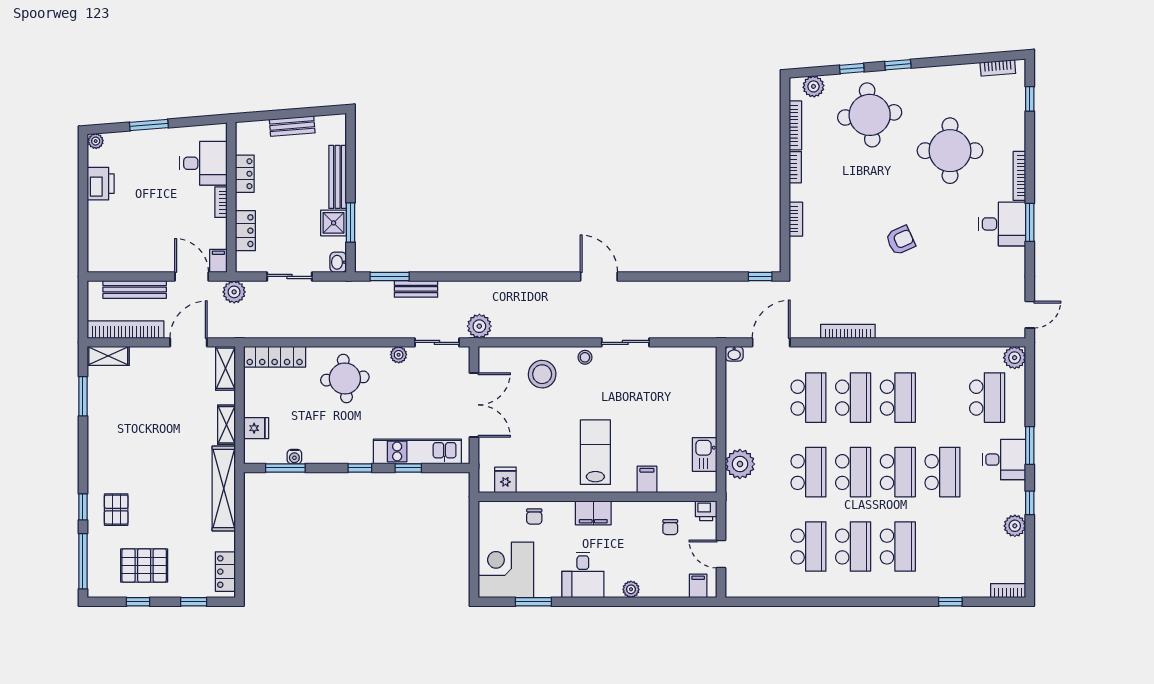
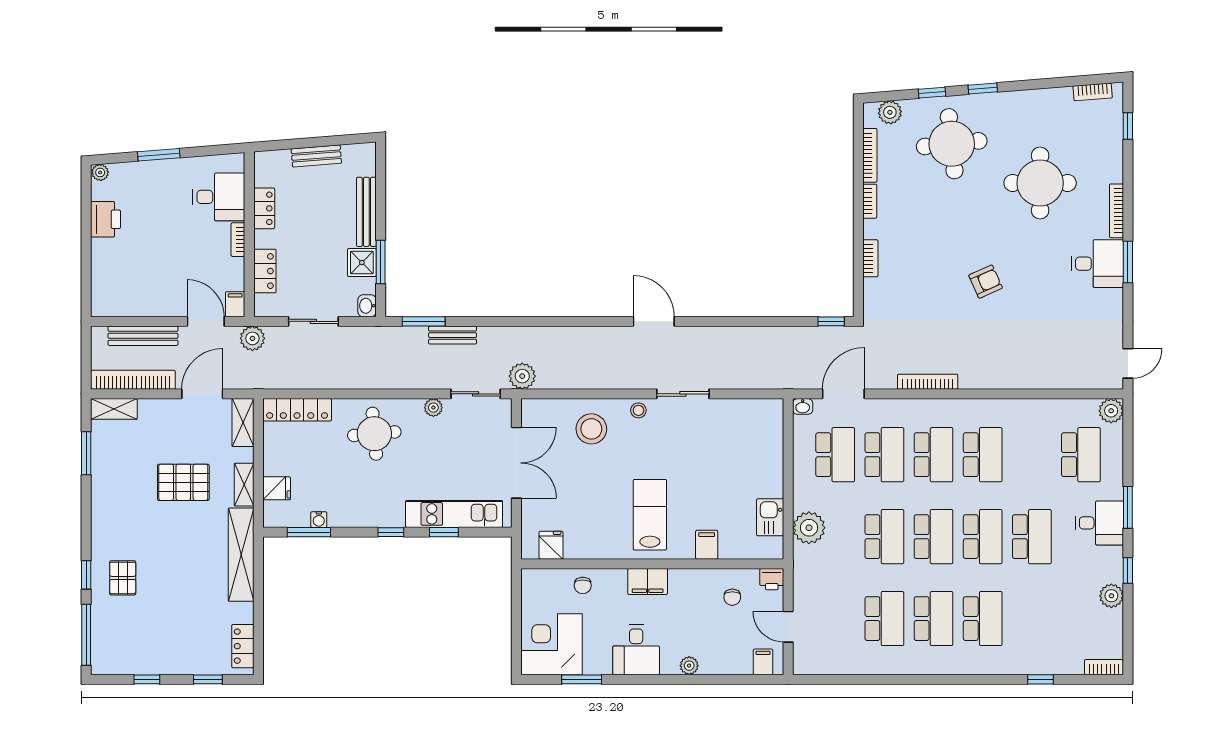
school desk: (764, 398) -> (835, 455), added
pallet: (144, 565) -> (183, 482), moved

